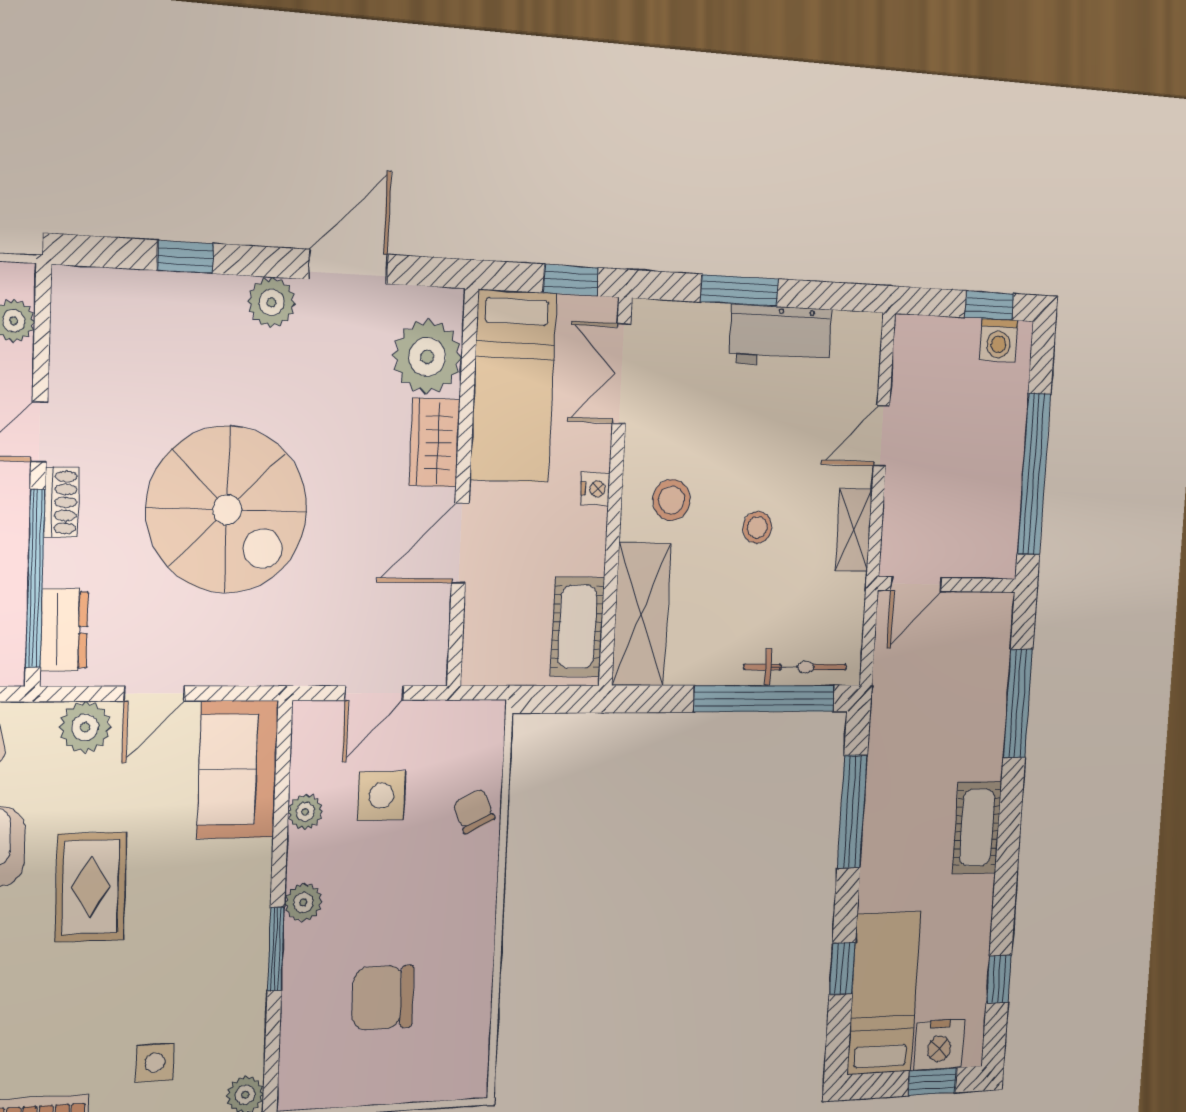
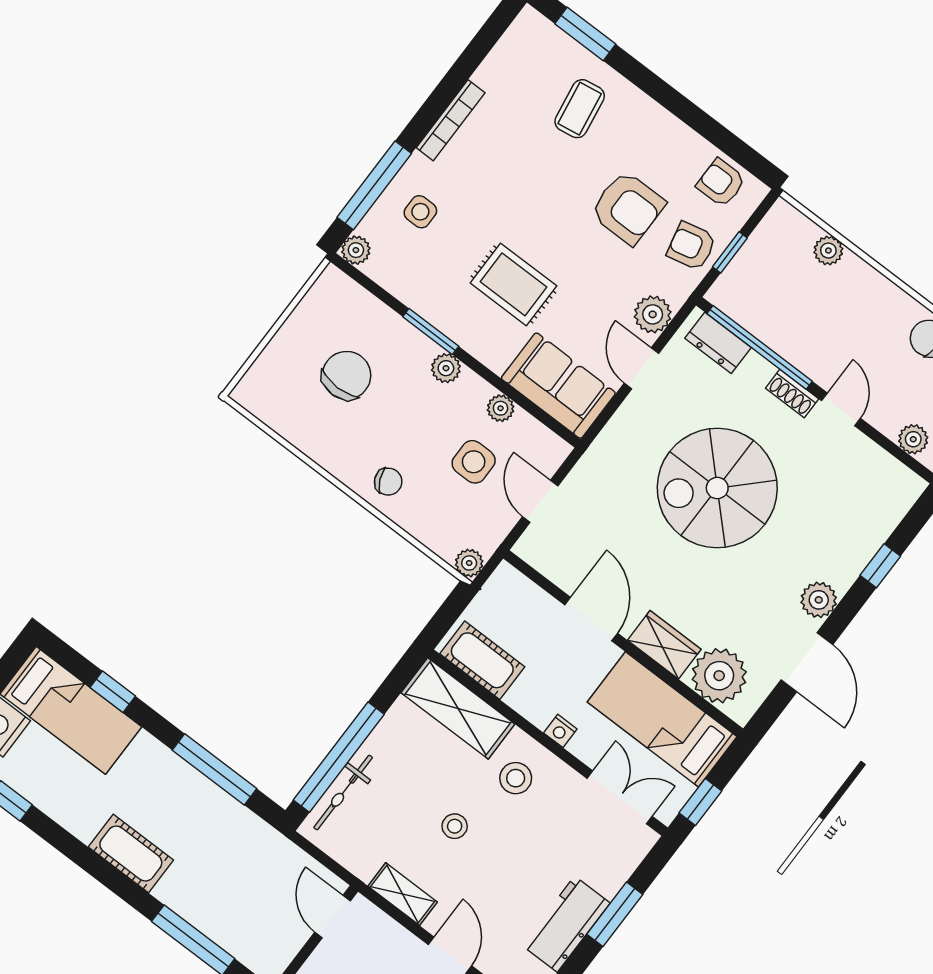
plant: (489, 718) -> (469, 563), added
chair: (474, 811) -> (388, 482), moved
rug: (91, 887) -> (513, 284), moved

